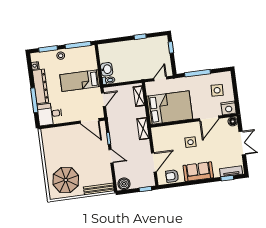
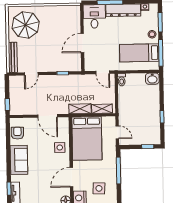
washbasin: (107, 69) -> (152, 79), moved
bed: (80, 81) -> (139, 53), moved, turned -90
door: (209, 118) -> (71, 177), hinge flipped
door: (90, 121) -> (82, 43), moved
shelving: (143, 129) -> (80, 109), moved
side table: (191, 142) -> (60, 148), moved
door: (111, 156) -> (31, 74), moved
door: (154, 162) -> (48, 116), moved
boiler: (124, 184) -> (15, 83), removed

